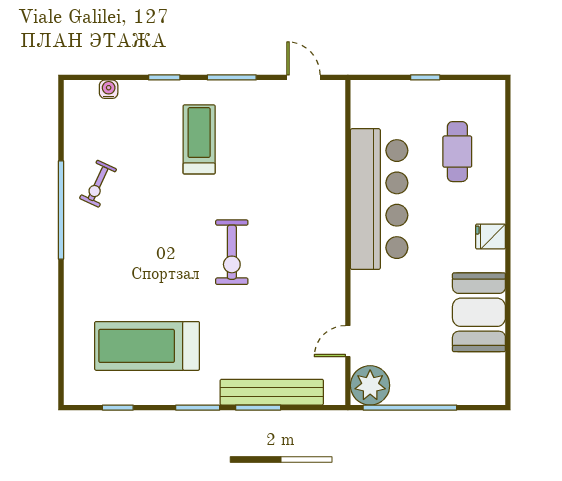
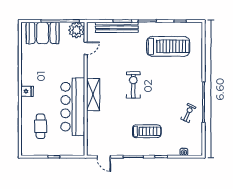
treadmill: (199, 139) -> (147, 131), turned -90
shelving: (330, 229) -> (93, 95), added
booth: (479, 312) -> (43, 33), moved, turned 90

